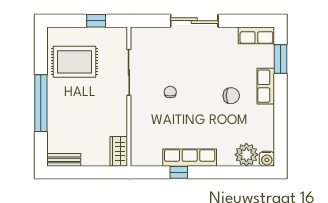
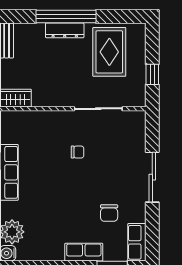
chair: (231, 96) -> (109, 213), moved
dresser: (54, 104) -> (65, 30), added

